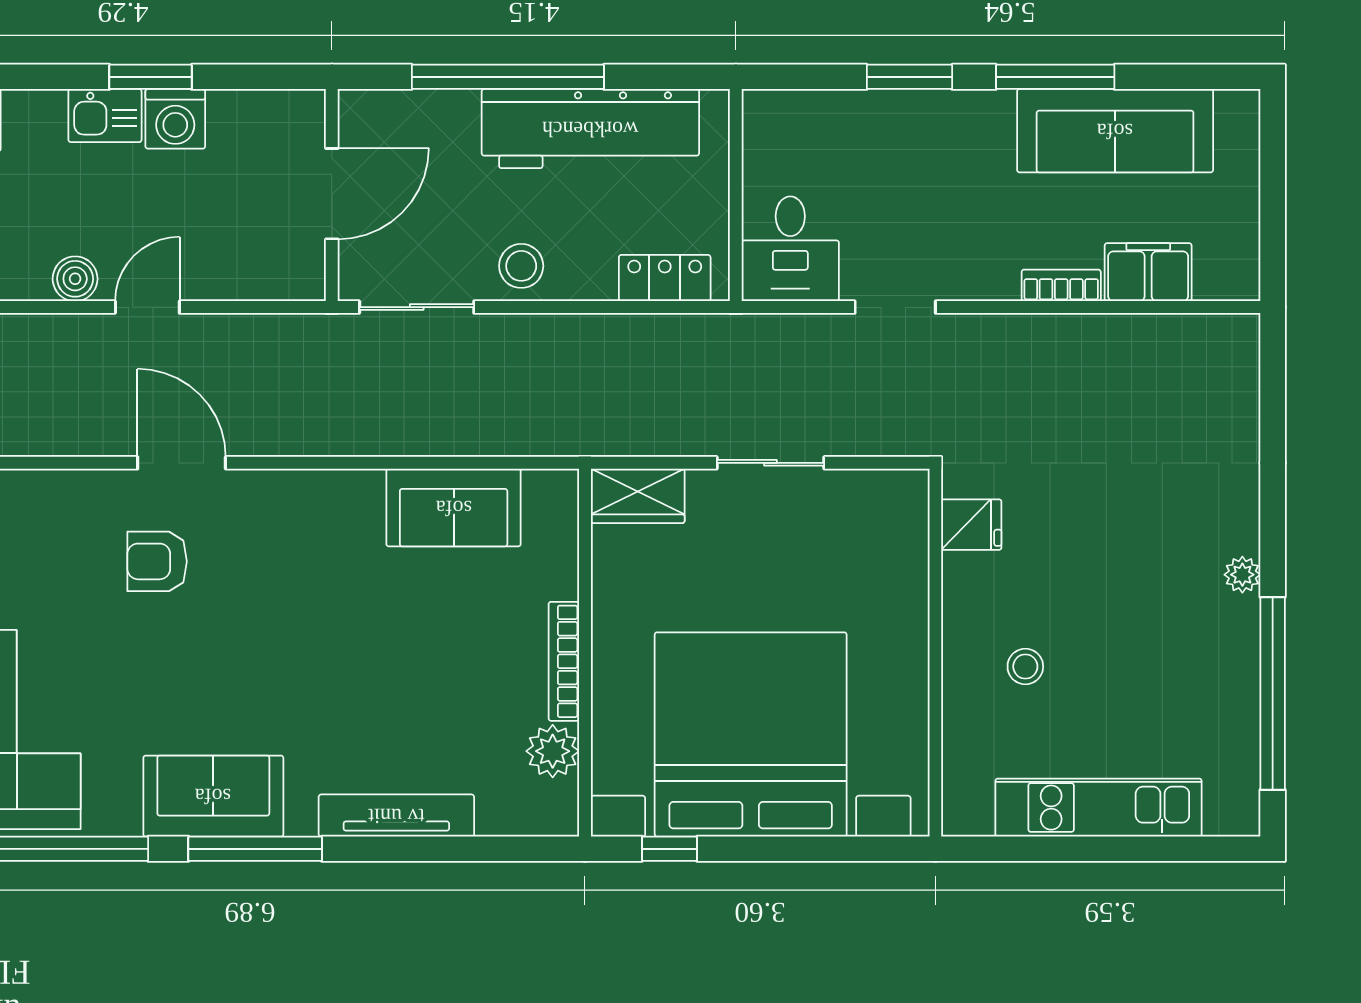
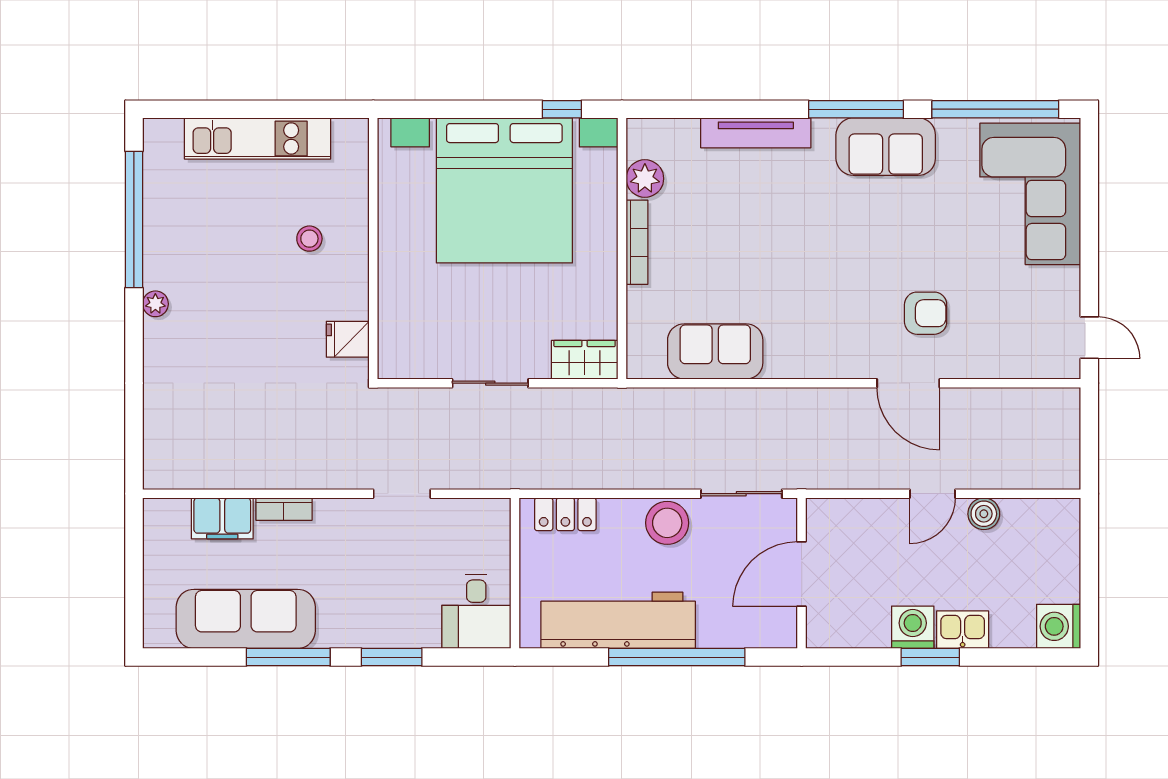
desk: (790, 249) -> (476, 611), moved, turned 180
stool: (521, 266) -> (667, 523), width x1.38, depth x1.38

